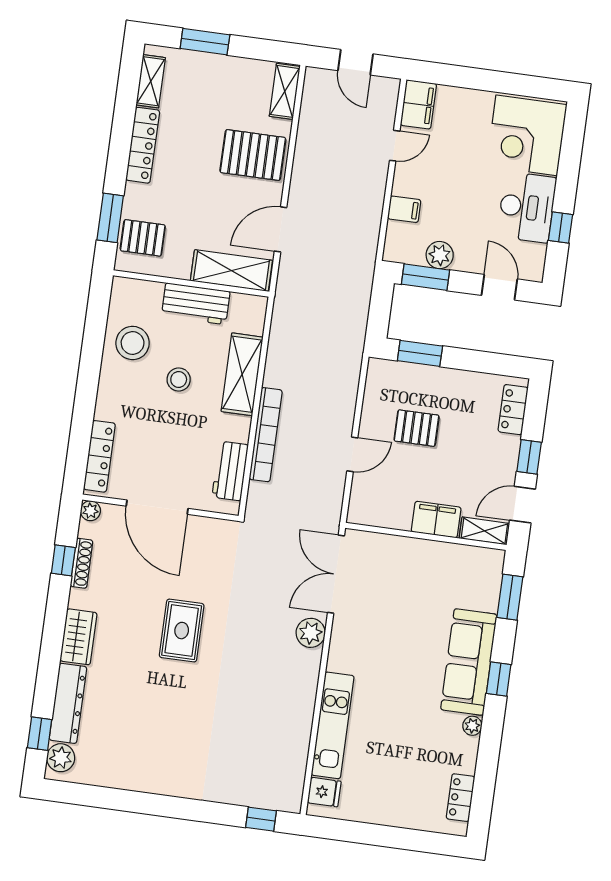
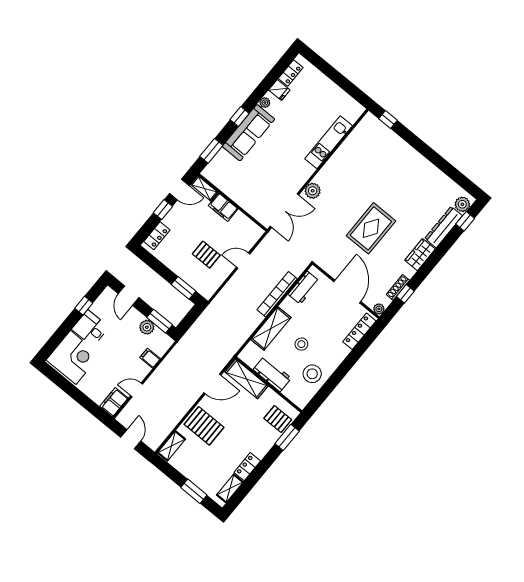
locker: (143, 145) -> (247, 467), width x0.66
desk: (527, 207) -> (90, 328), width x0.73
rug: (182, 631) -> (371, 228), width x1.36, depth x1.43
fridge: (324, 792) -> (279, 90), moved, turned 180

